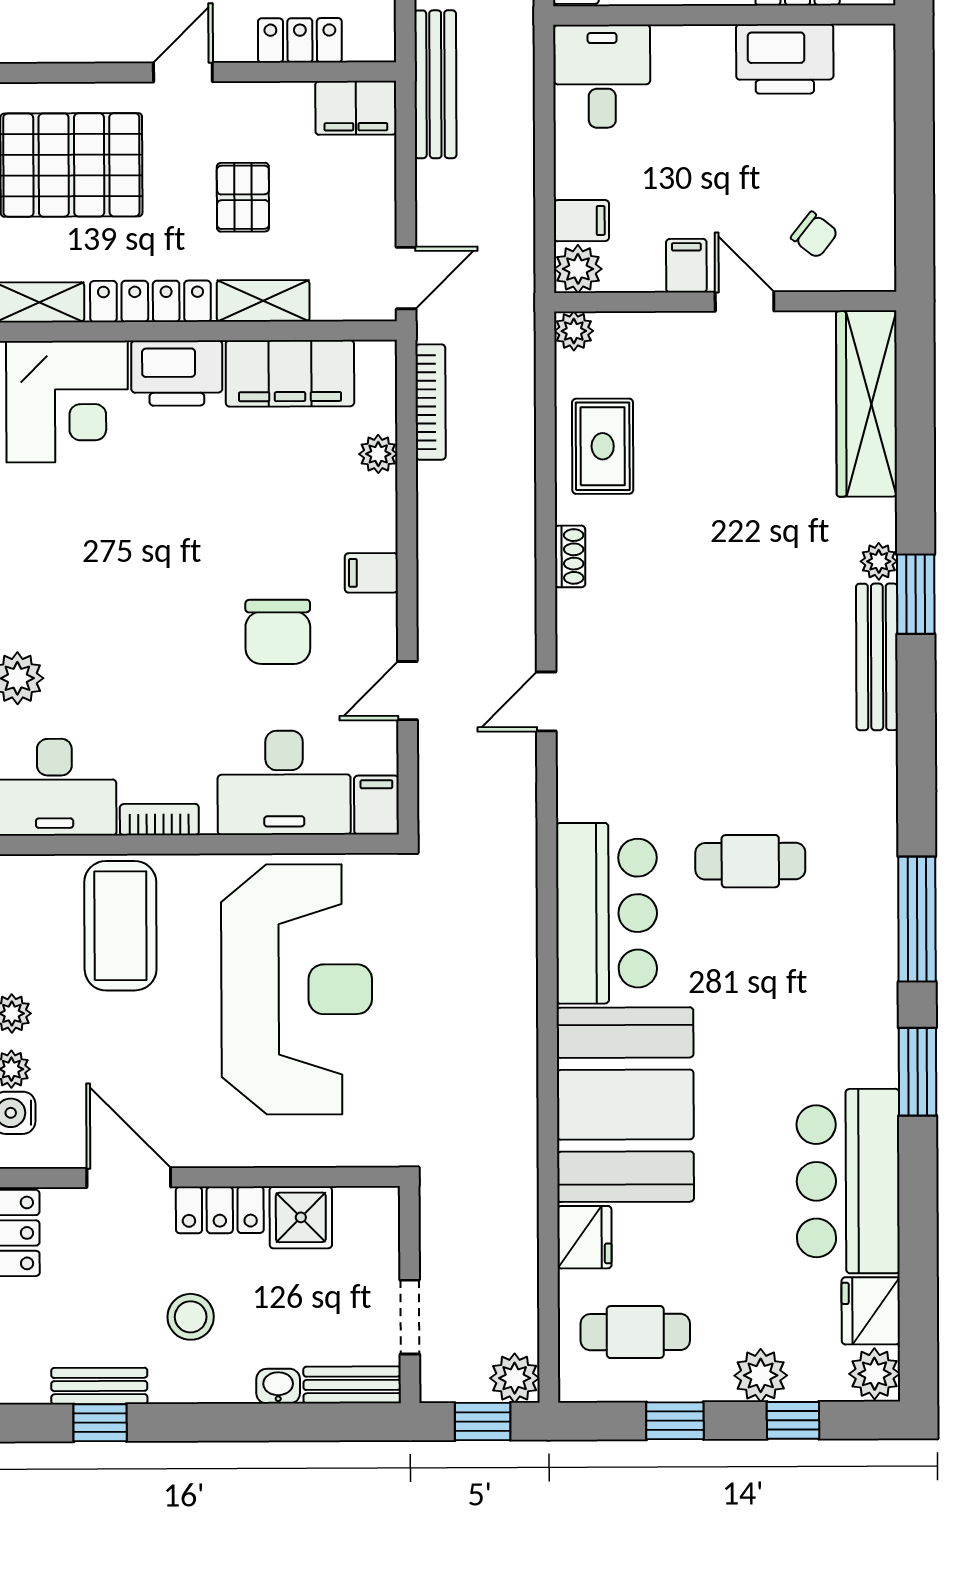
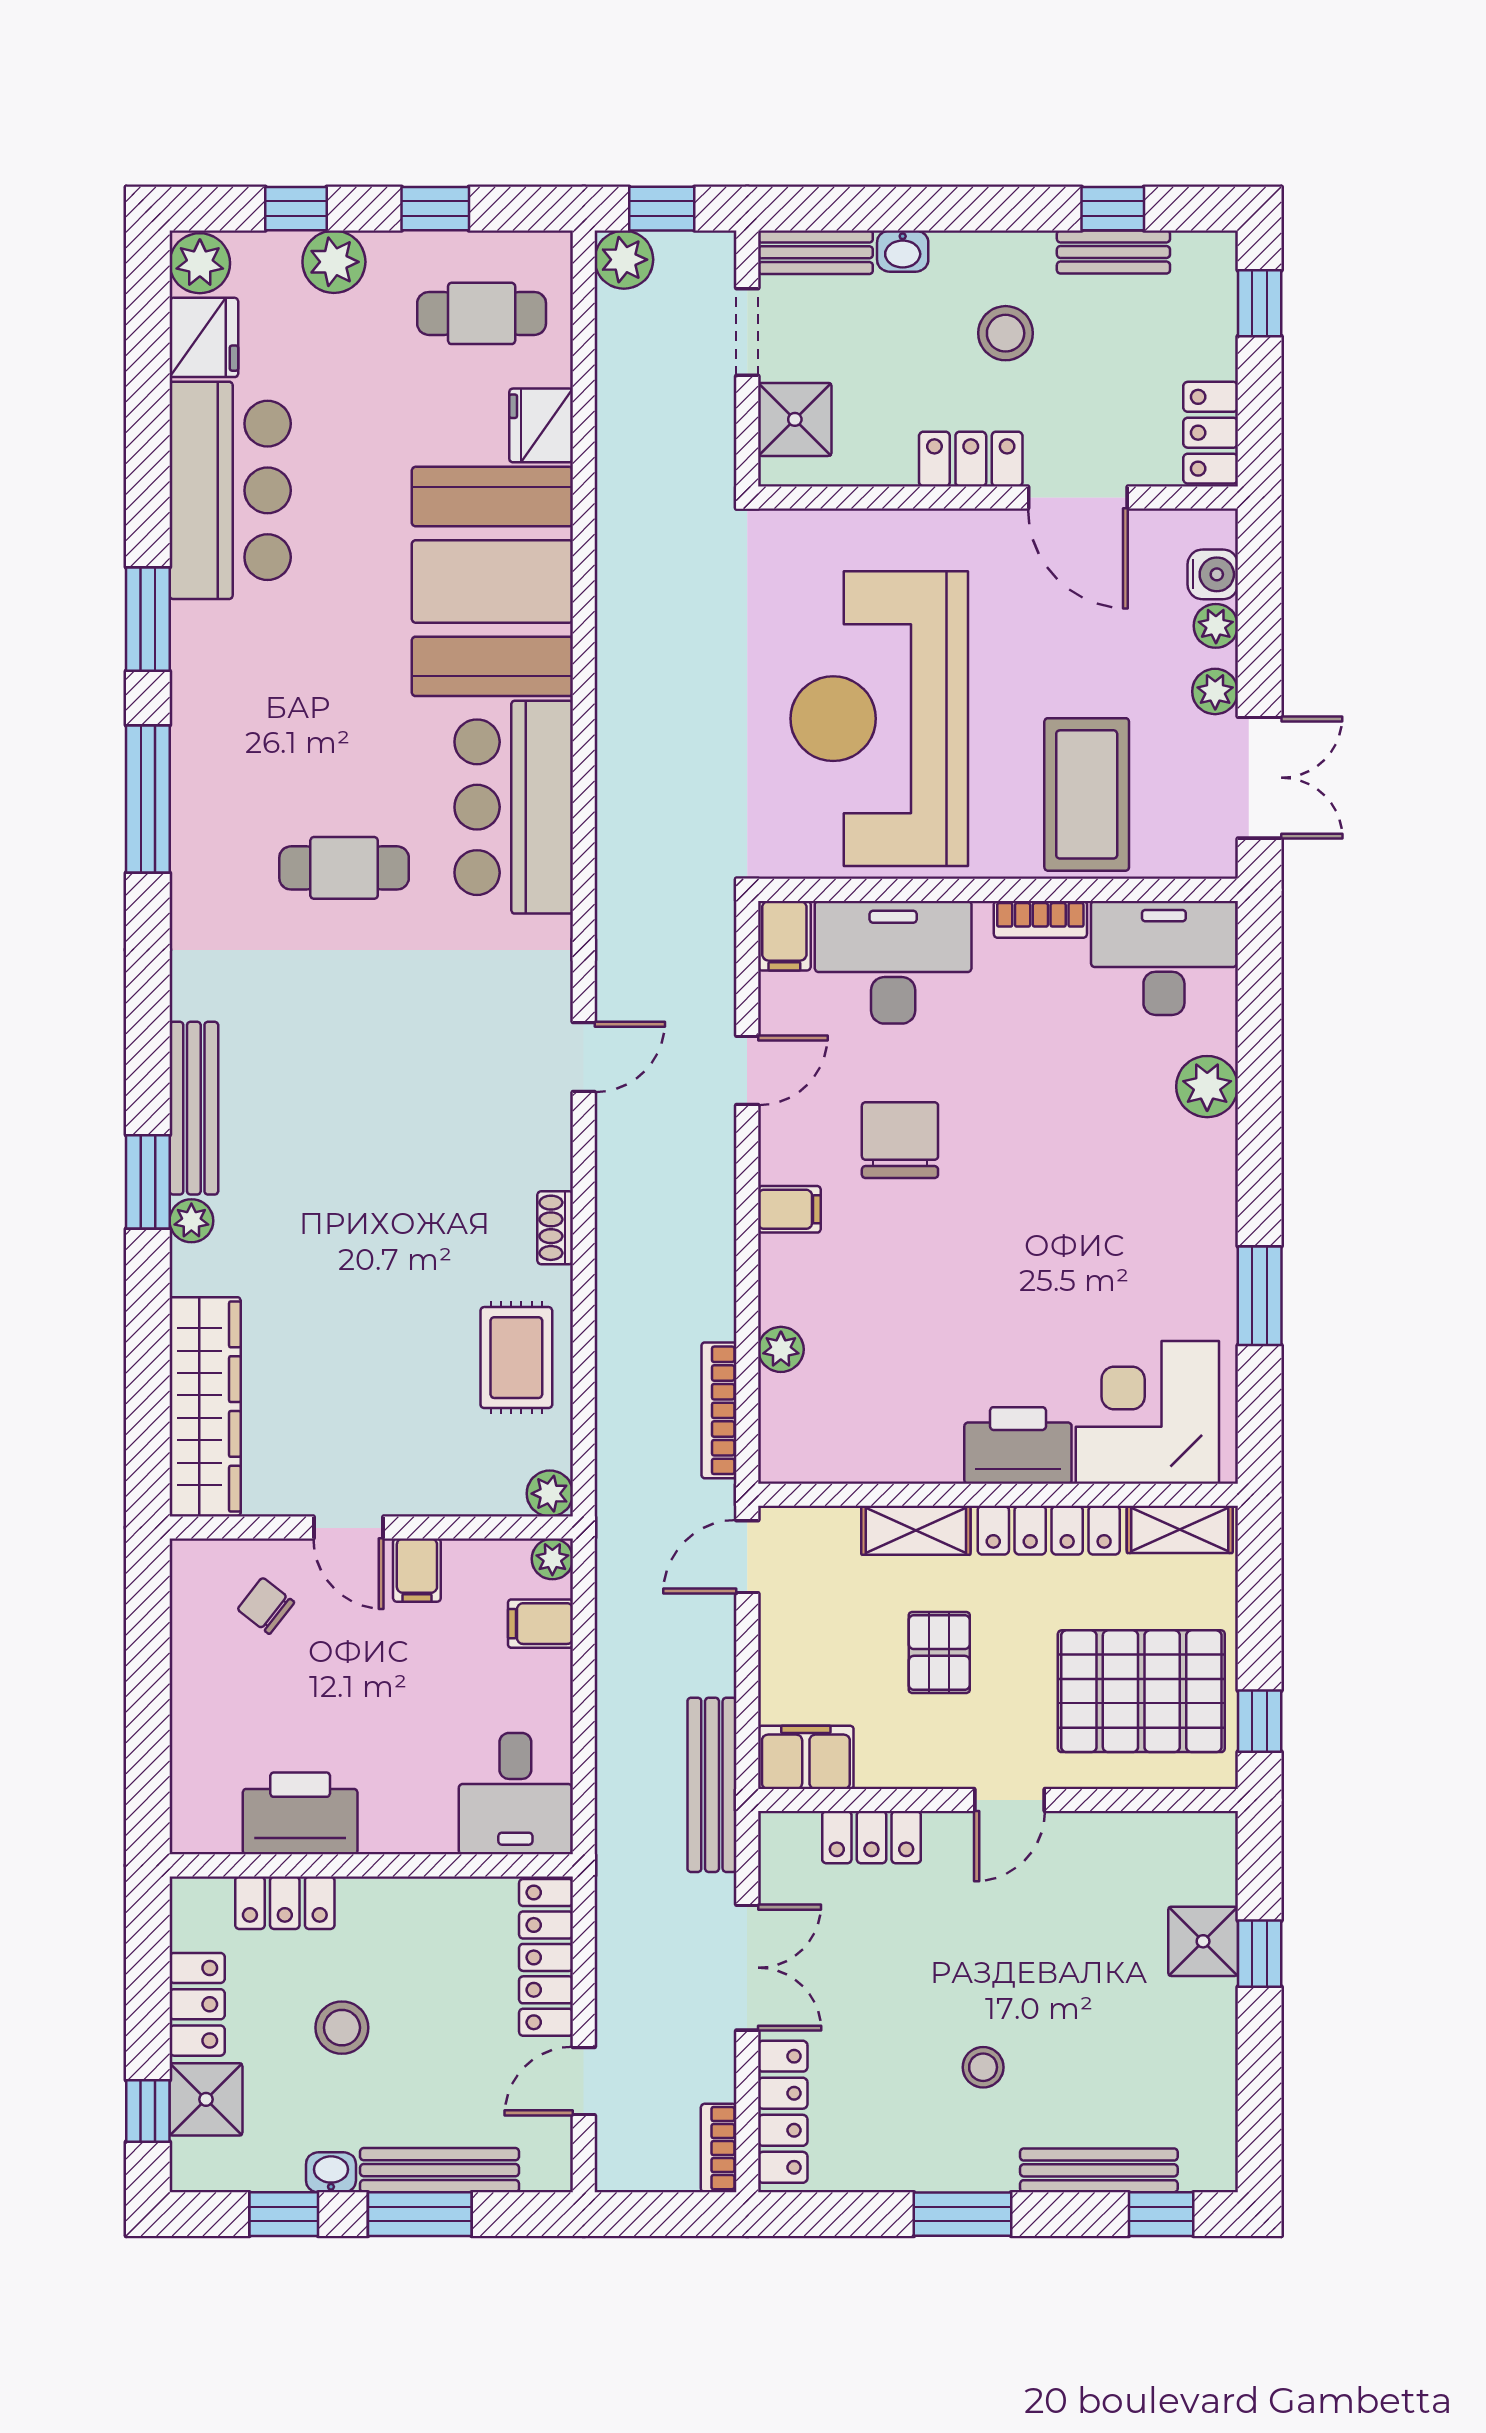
plant: (578, 269) -> (552, 1559), width x0.73, depth x0.73
filing cabinet: (290, 373) -> (885, 1445), removed
shower: (301, 1217) -> (795, 419), moved

